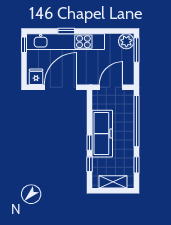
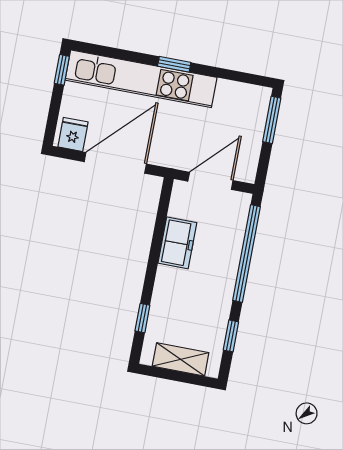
window: (66, 31) -> (174, 64), moved
plant: (126, 41) -> (256, 100), removed
freezer: (102, 134) -> (177, 243), width x0.52, depth x0.79
window: (89, 143) -> (150, 277), removed

